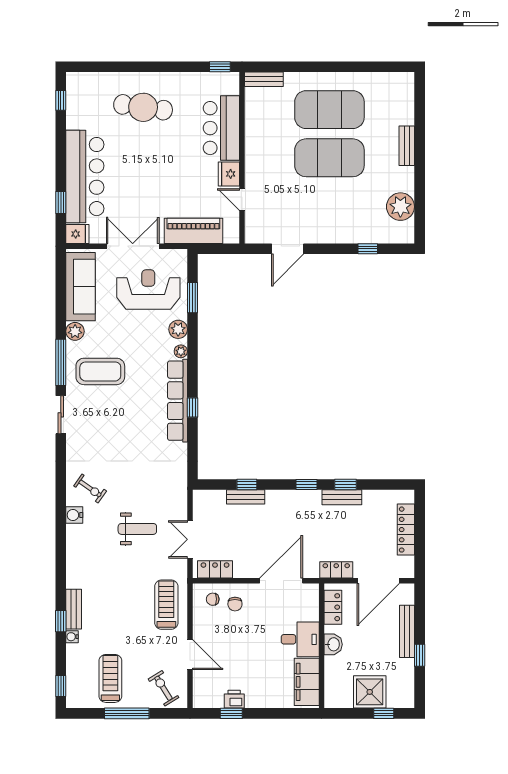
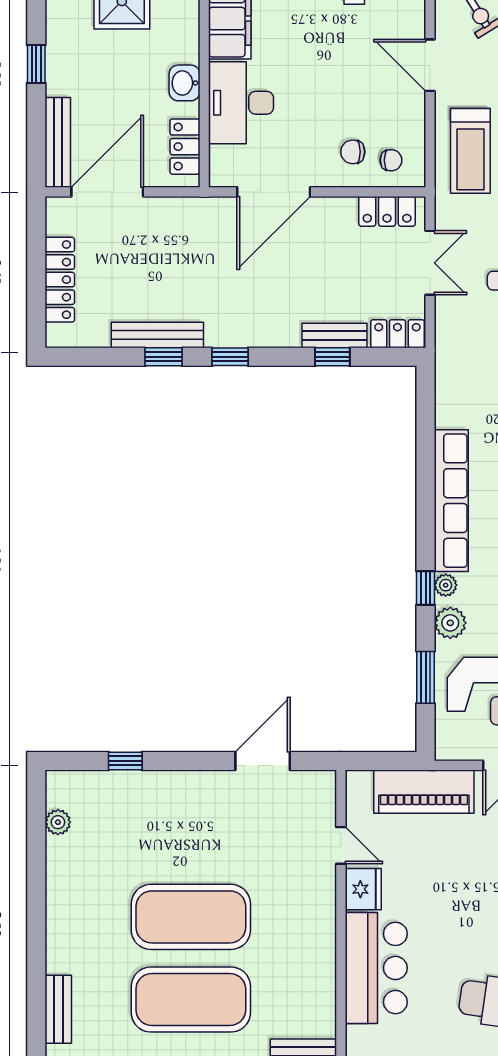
bench: (407, 146) -> (58, 1009), moved
plant: (400, 207) -> (58, 822), width x0.53, depth x0.53
window: (193, 407) -> (426, 588), moved
bench: (342, 497) -> (157, 335), width x1.36
locker: (336, 570) -> (397, 334), moved, turned 180
chair: (235, 604) -> (353, 152), turned -90
bench: (407, 631) -> (58, 142), moved
desk: (300, 639) -> (241, 103), width x1.37

